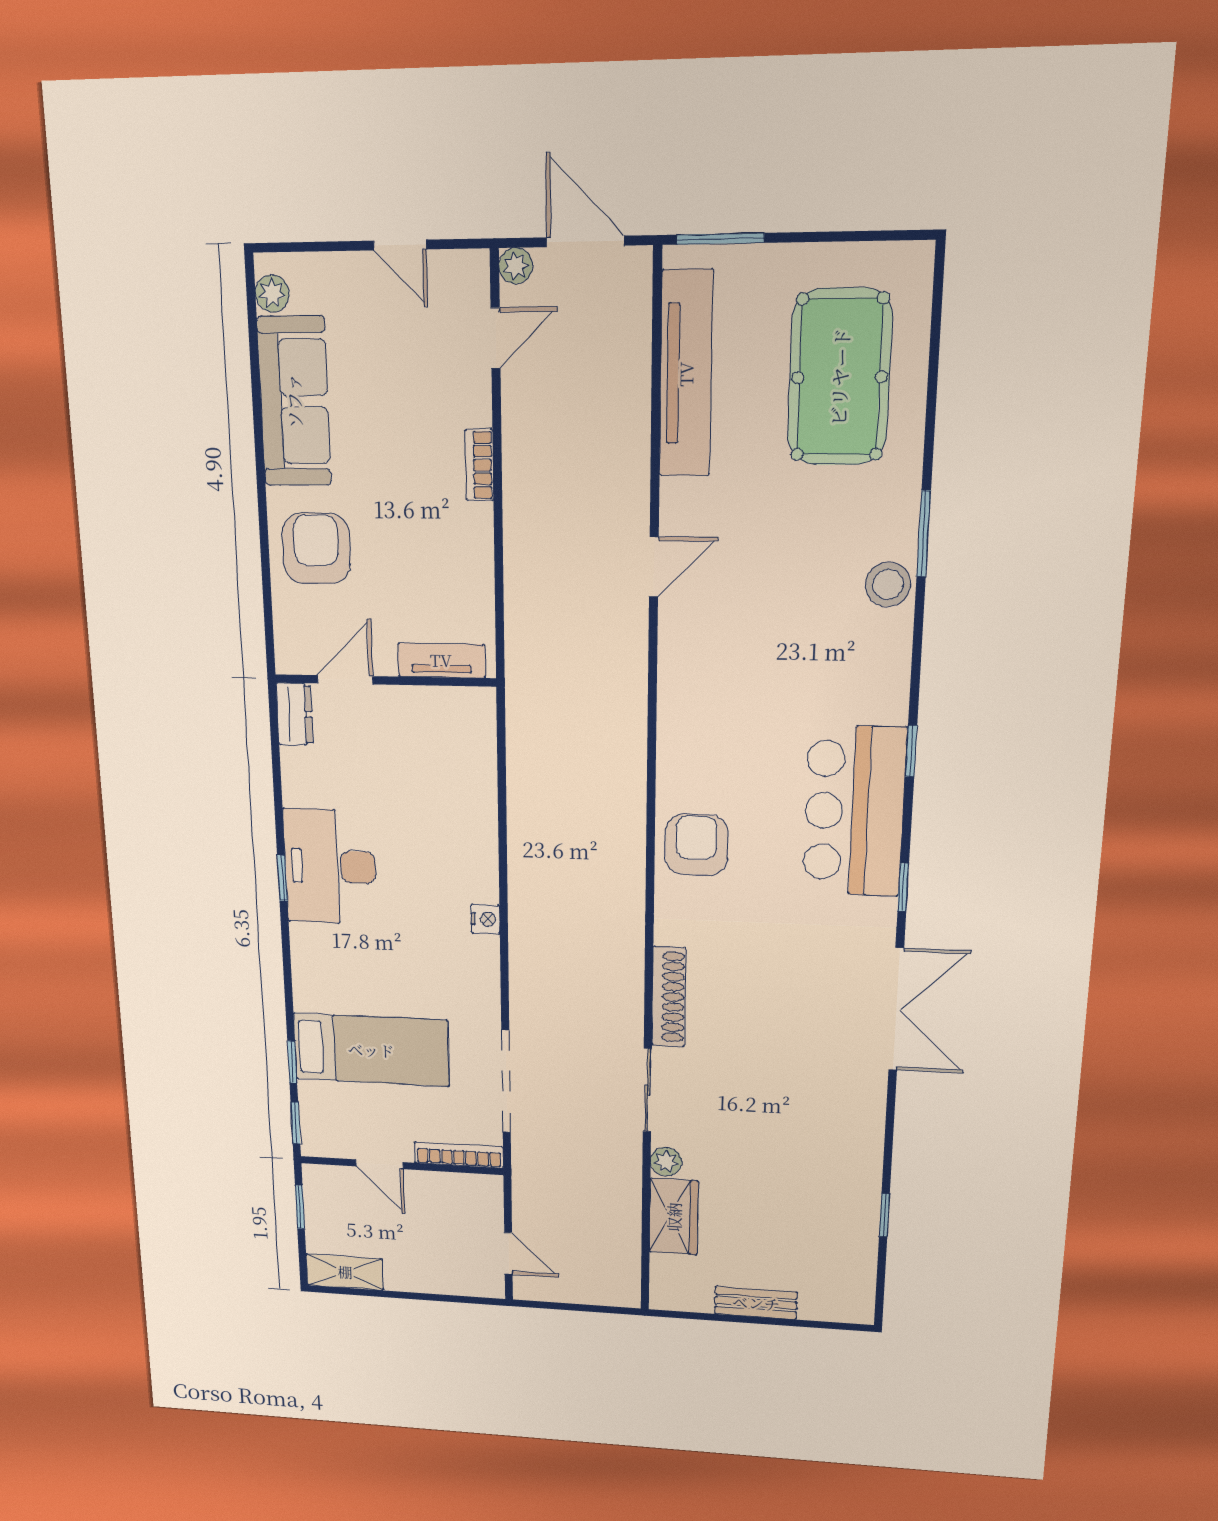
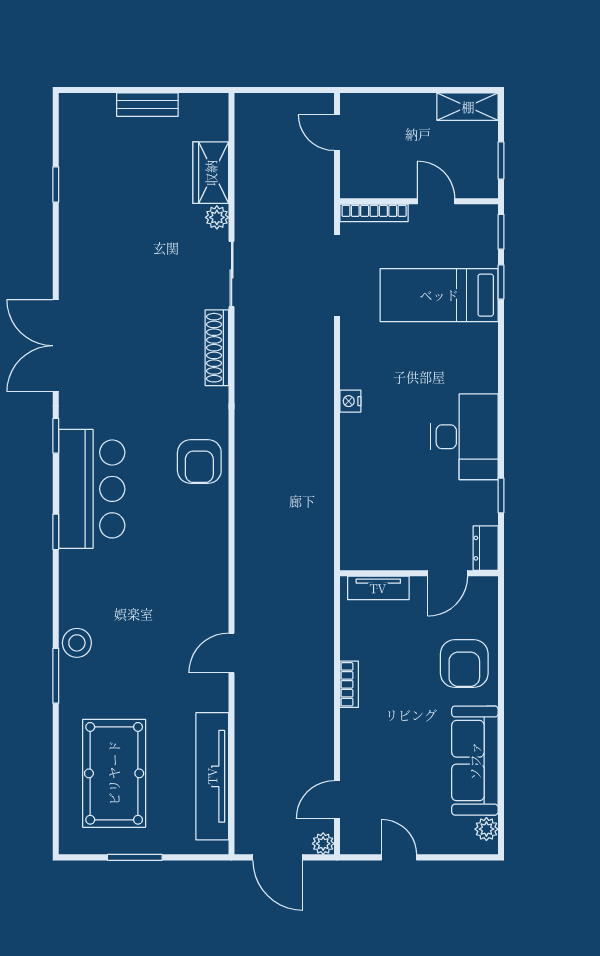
window: (720, 239) -> (135, 857), moved
bookcase: (479, 465) -> (349, 684), moved
window: (282, 878) -> (501, 495), moved

